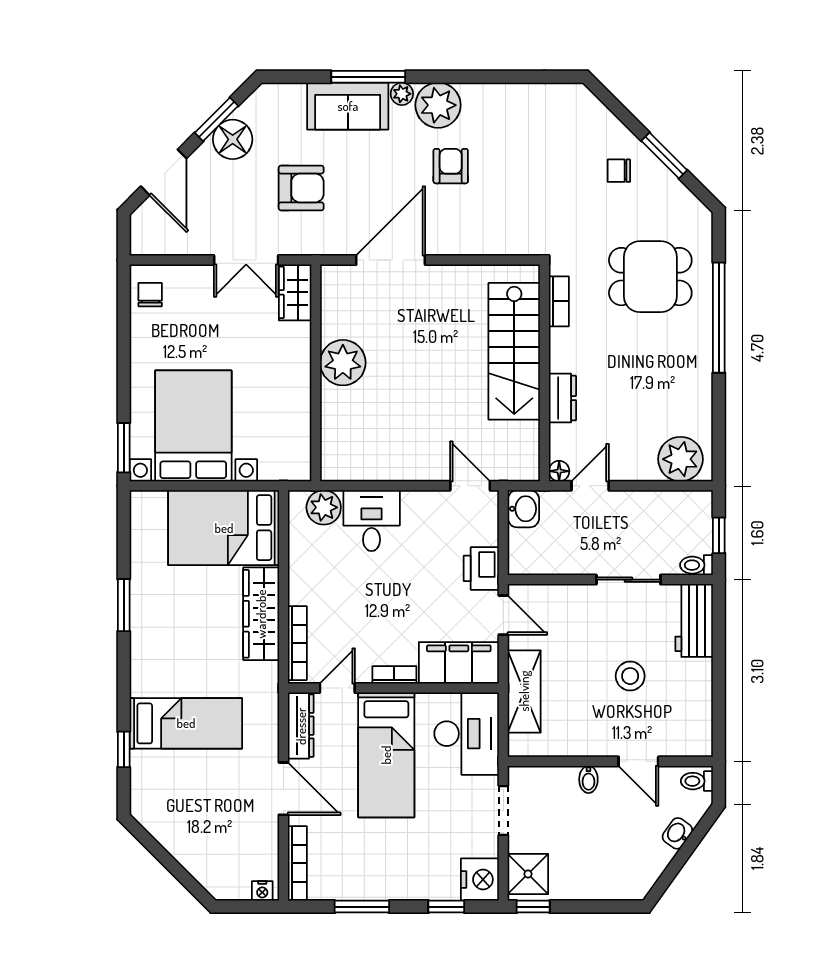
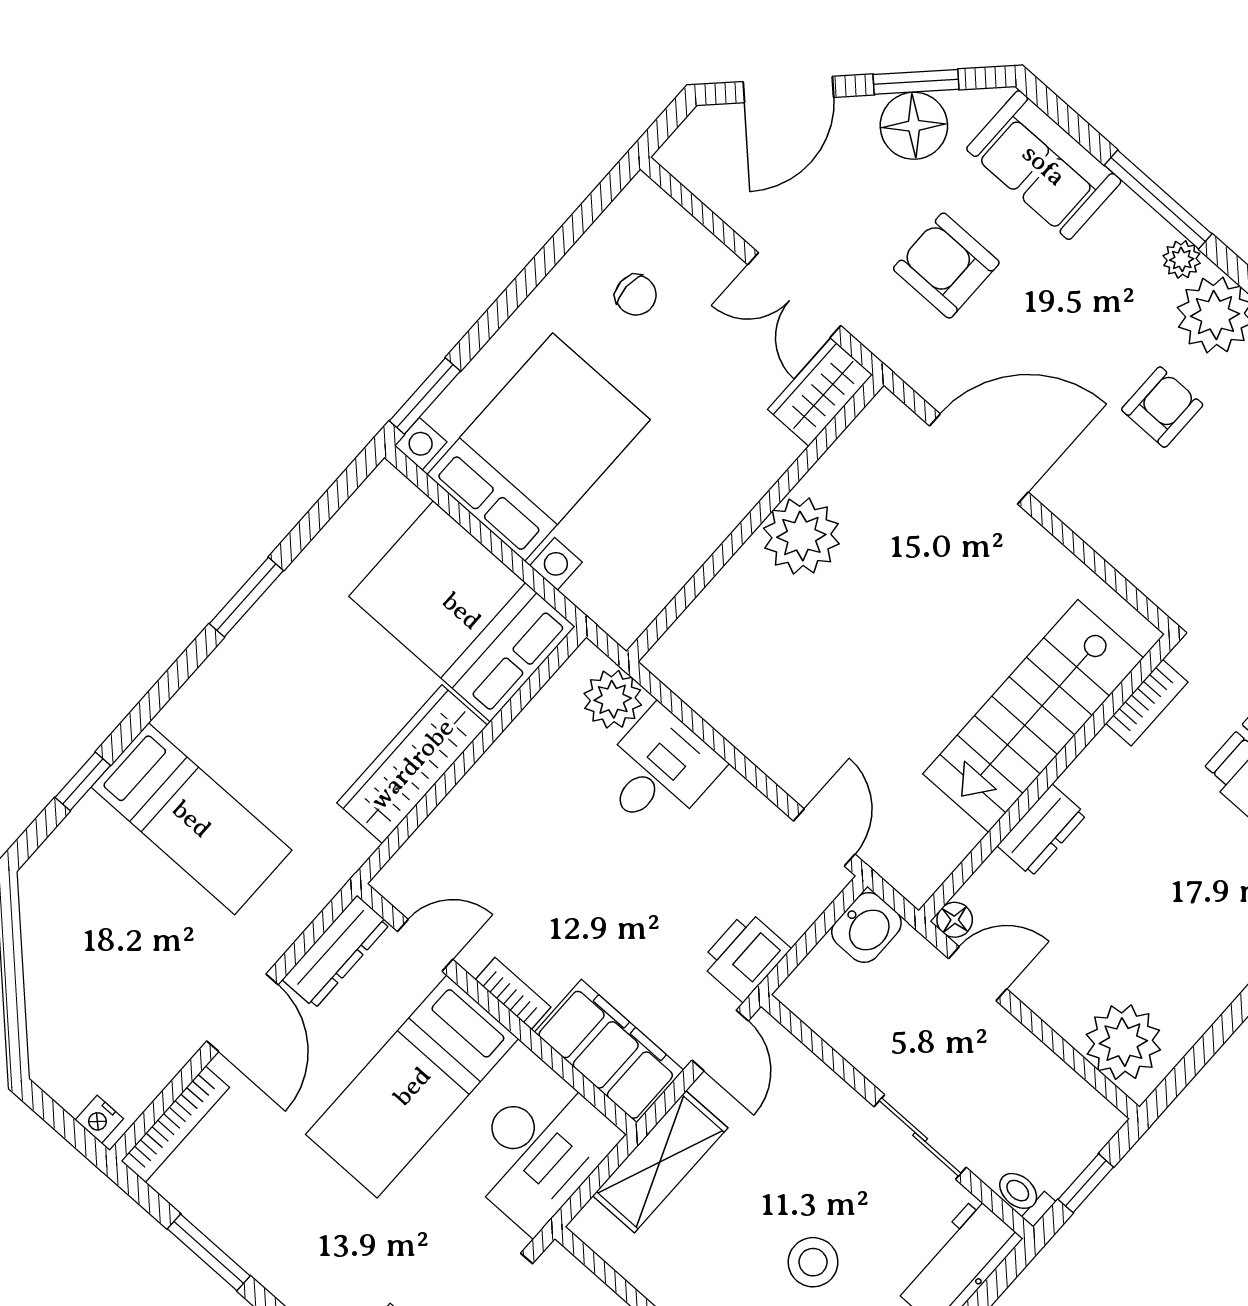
sofa: (348, 106) -> (1044, 165), moved
armchair: (301, 188) -> (946, 266), turned 180
chair: (150, 295) -> (636, 295), moved, turned 90
bookcase: (297, 643) -> (425, 843), removed

